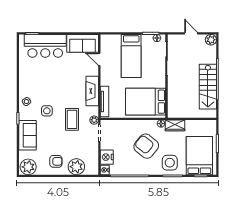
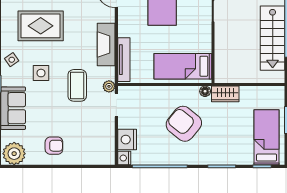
rug: (47, 78) -> (41, 26), added
bed: (146, 102) -> (183, 66), width x0.67
bed: (199, 156) -> (267, 137), width x0.67
side table: (170, 163) -> (218, 148), removed
plant: (76, 167) -> (83, 153), removed

